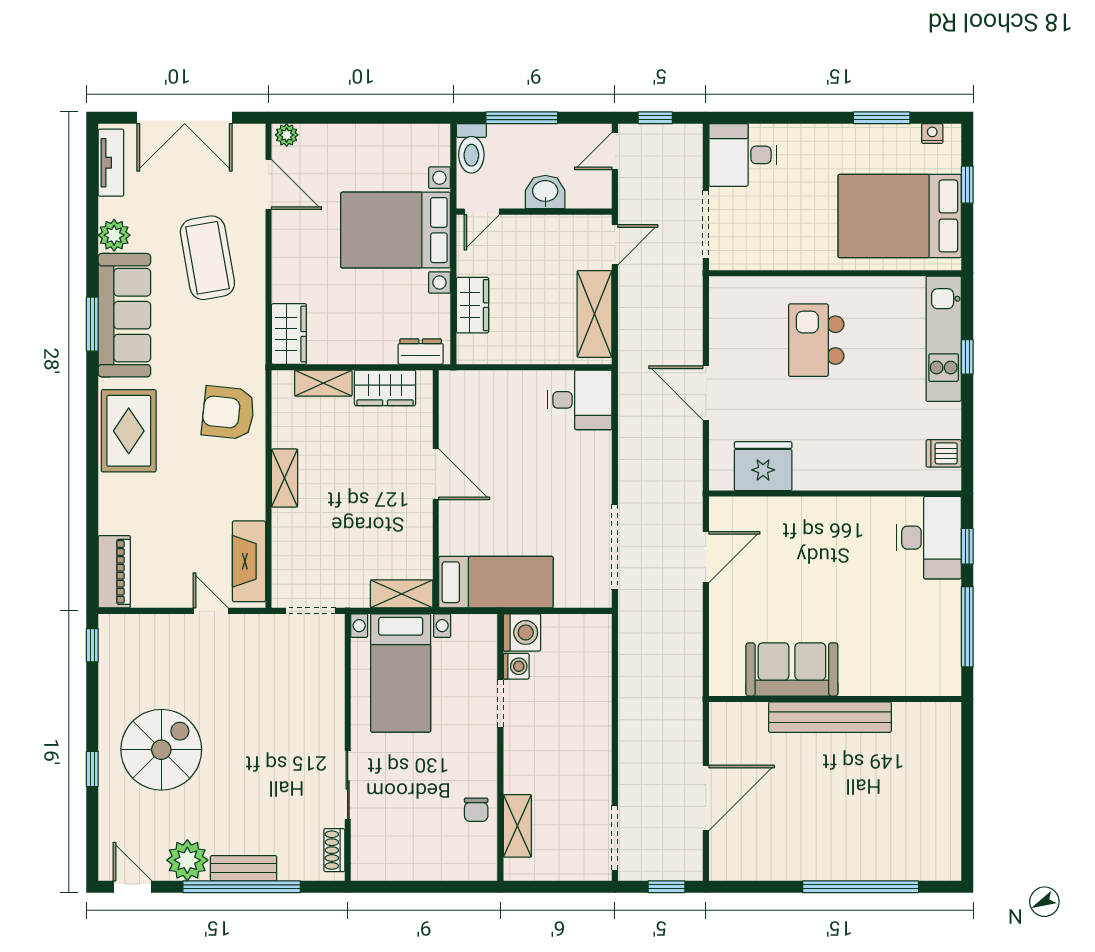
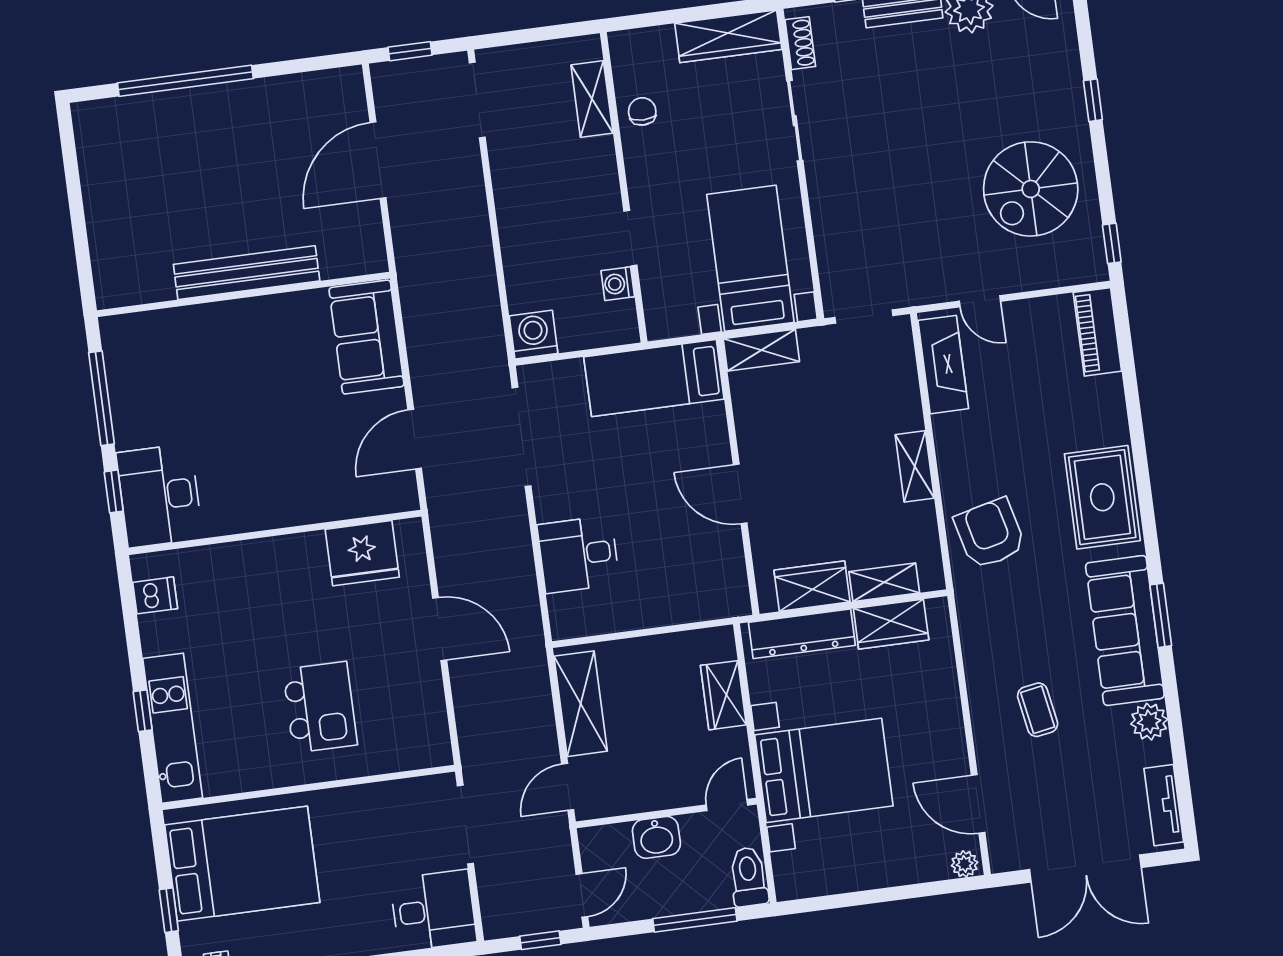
double door: (185, 118) -> (1085, 868), swing flipped
coffee table: (207, 258) -> (1038, 710), width x0.54, depth x0.58
wardrobe: (289, 334) -> (891, 624), moved, turned -90
dresser: (421, 352) -> (802, 634), width x1.96, depth x1.24
desk: (580, 400) -> (578, 554), moved
armchair: (228, 413) -> (990, 533), turned -110
washing machine: (522, 632) -> (534, 335), moved, turned 90
sofa: (792, 669) -> (366, 337), moved, turned 90
spiral stairs: (161, 750) -> (1031, 189), moved
wardrobe: (395, 864) -> (728, 36), added

